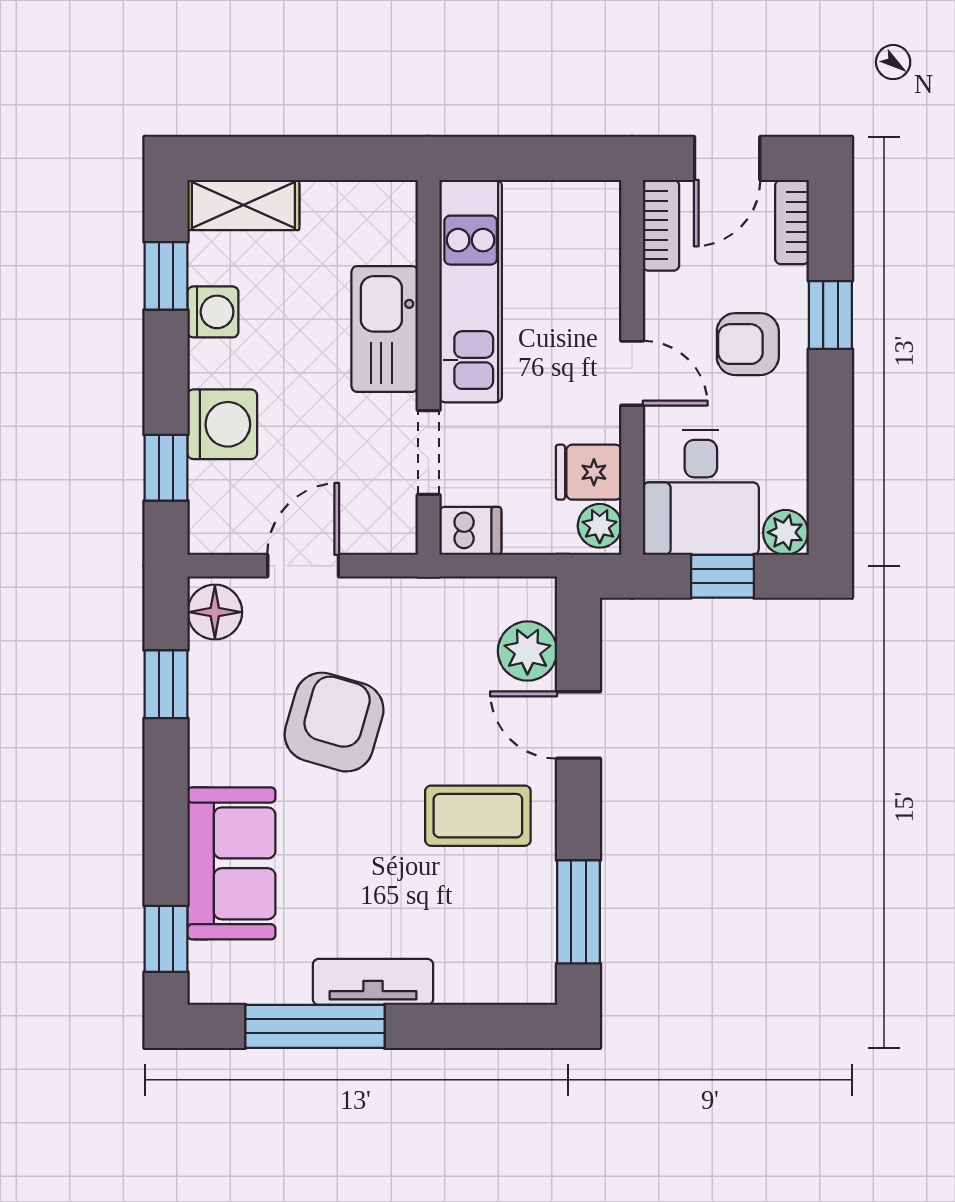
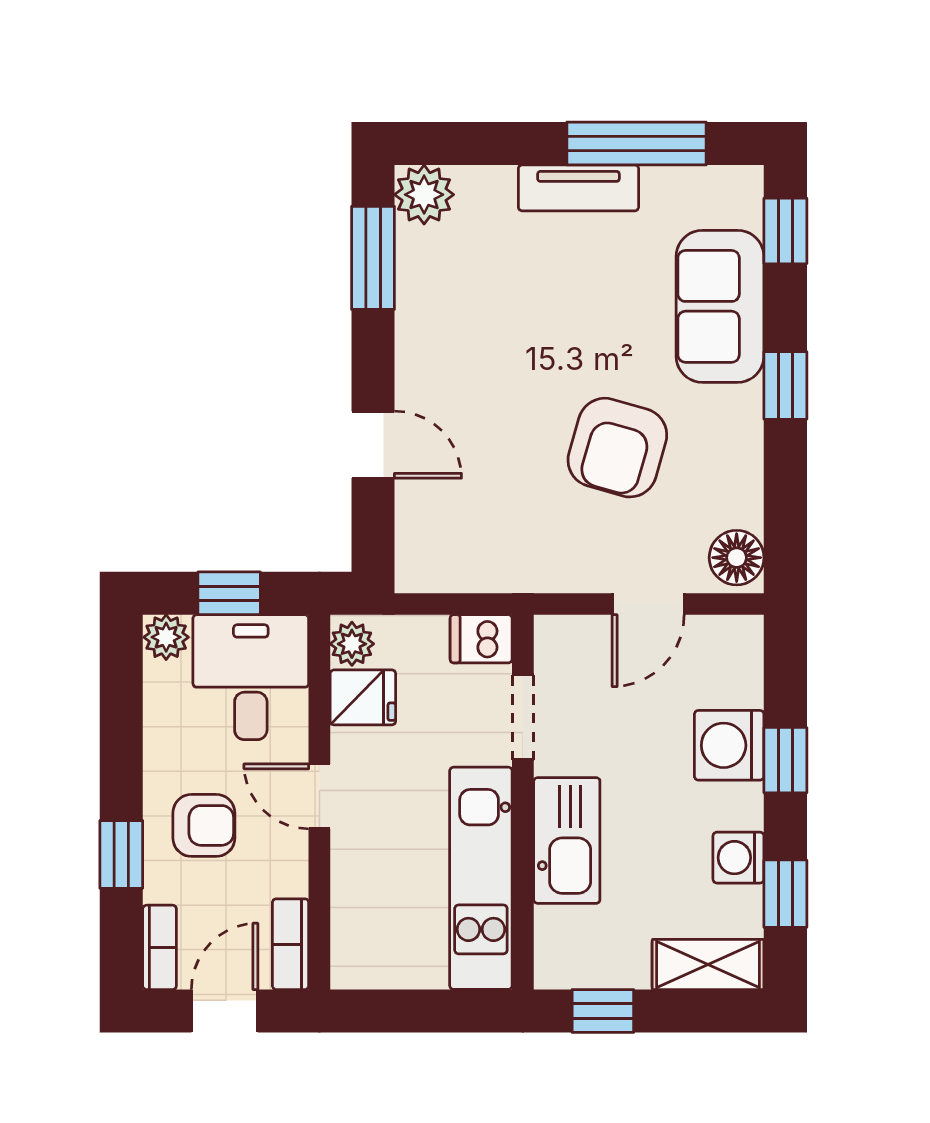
window: (349, 158) -> (603, 1011), added
window: (166, 468) -> (785, 760), moved
plant: (527, 651) -> (424, 195), moved
window: (166, 684) -> (785, 385), moved
coffee table: (478, 816) -> (474, 354), removed

